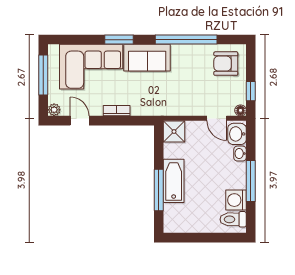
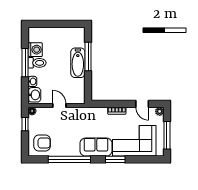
door: (217, 118) -> (59, 106), moved
shower: (174, 132) -> (78, 96), removed
toilet: (233, 219) -> (37, 63), moved

